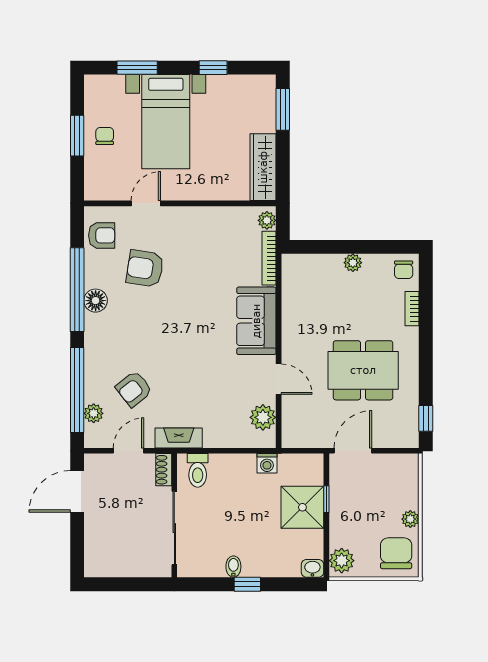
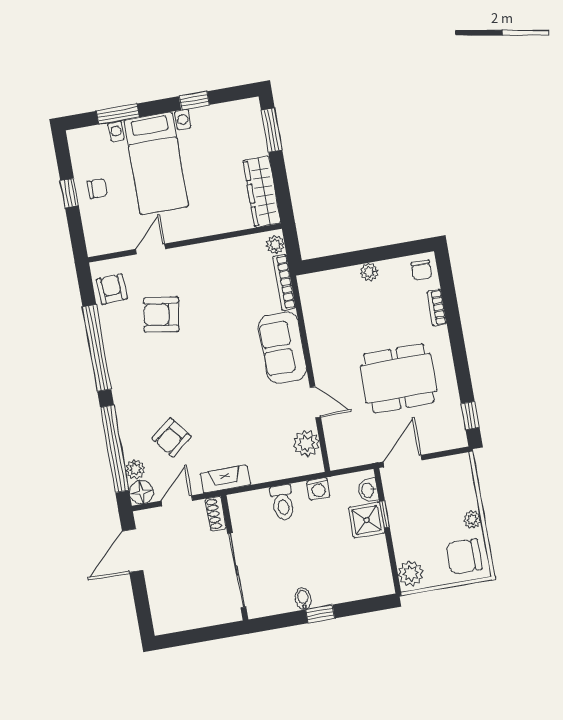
window: (77, 136) -> (70, 193), width x0.67
chair: (105, 136) -> (97, 189), turned 90
armchair: (102, 235) -> (112, 289), turned -93
floor lamp: (96, 301) -> (141, 492), moved
toilet: (198, 470) -> (283, 503), moved
shower: (302, 507) -> (367, 520), width x0.73, depth x0.73
chair: (396, 553) -> (464, 556), turned -90
washbasin: (312, 568) -> (368, 490), moved, turned -90

